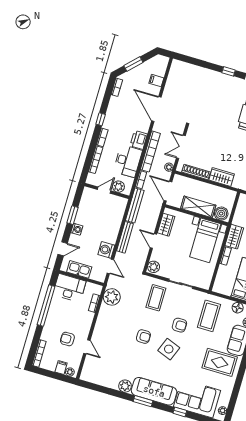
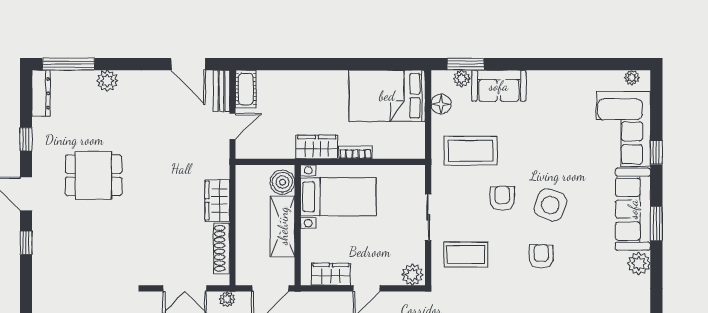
rug: (220, 362) -> (548, 108), removed

